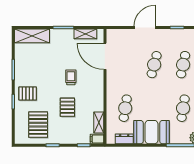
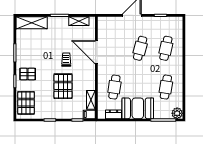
door: (105, 56) -> (96, 52), moved
pallet: (67, 107) -> (63, 86), width x1.50, depth x1.42
pallet: (38, 125) -> (26, 103), moved

